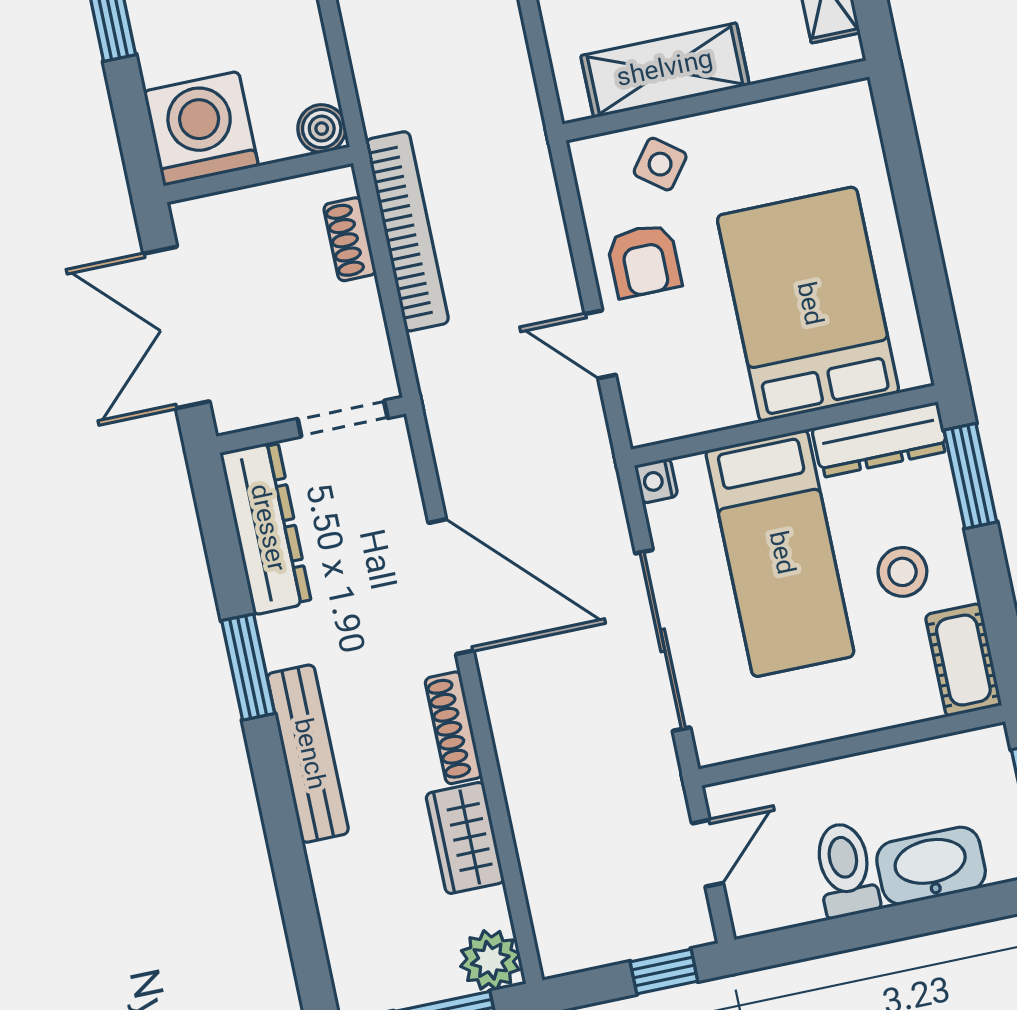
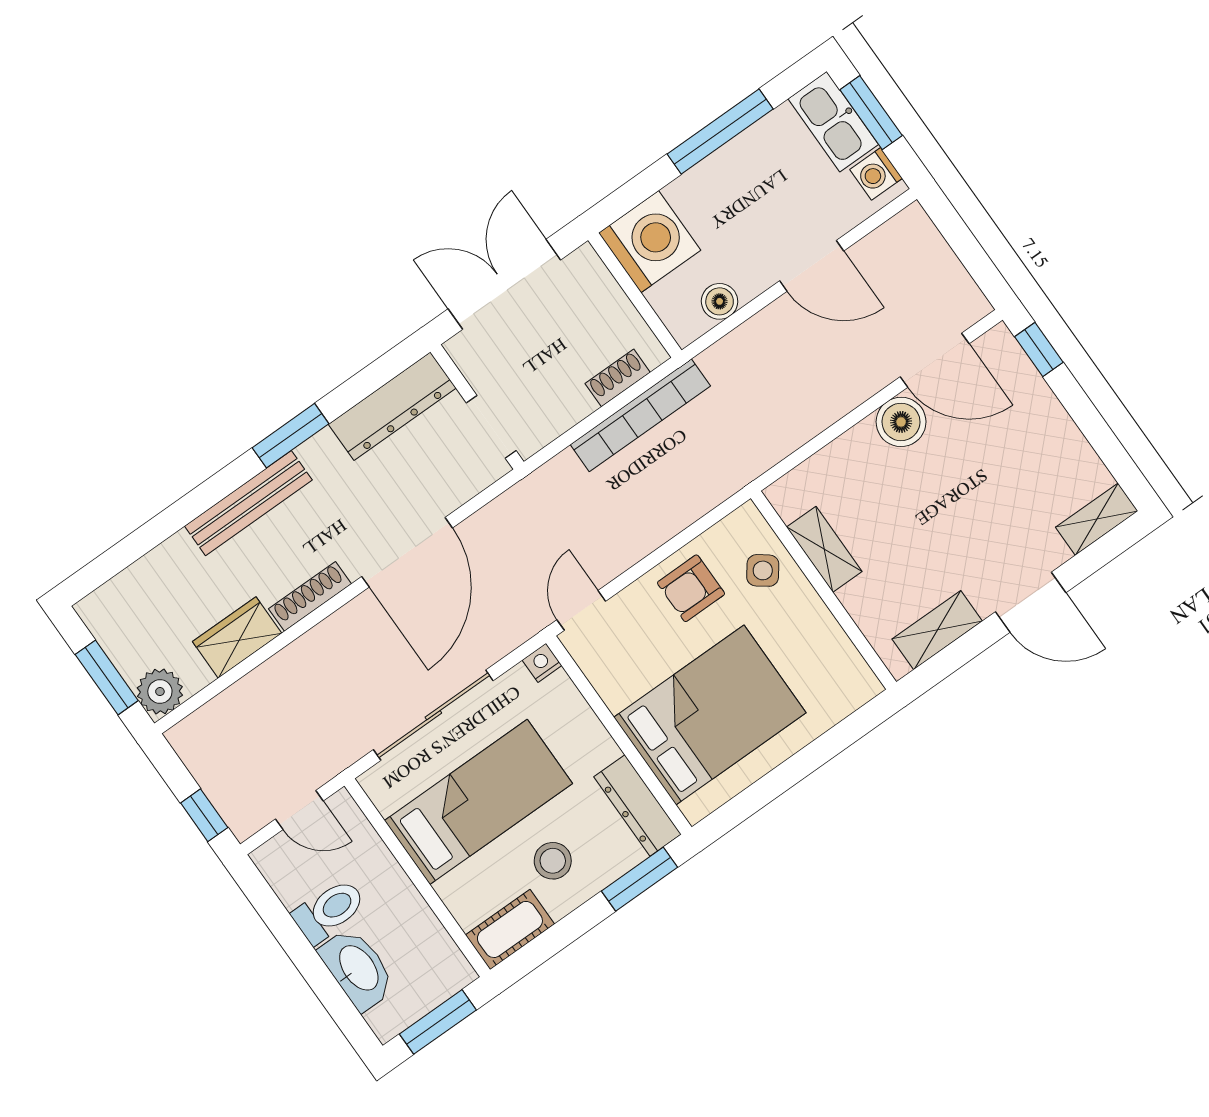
shelving: (665, 70) -> (824, 549), width x0.67, depth x0.75
boiler: (322, 129) -> (720, 301), moved
door: (600, 344) -> (581, 610), moved
bed: (780, 553) -> (478, 802), moved, turned 180

